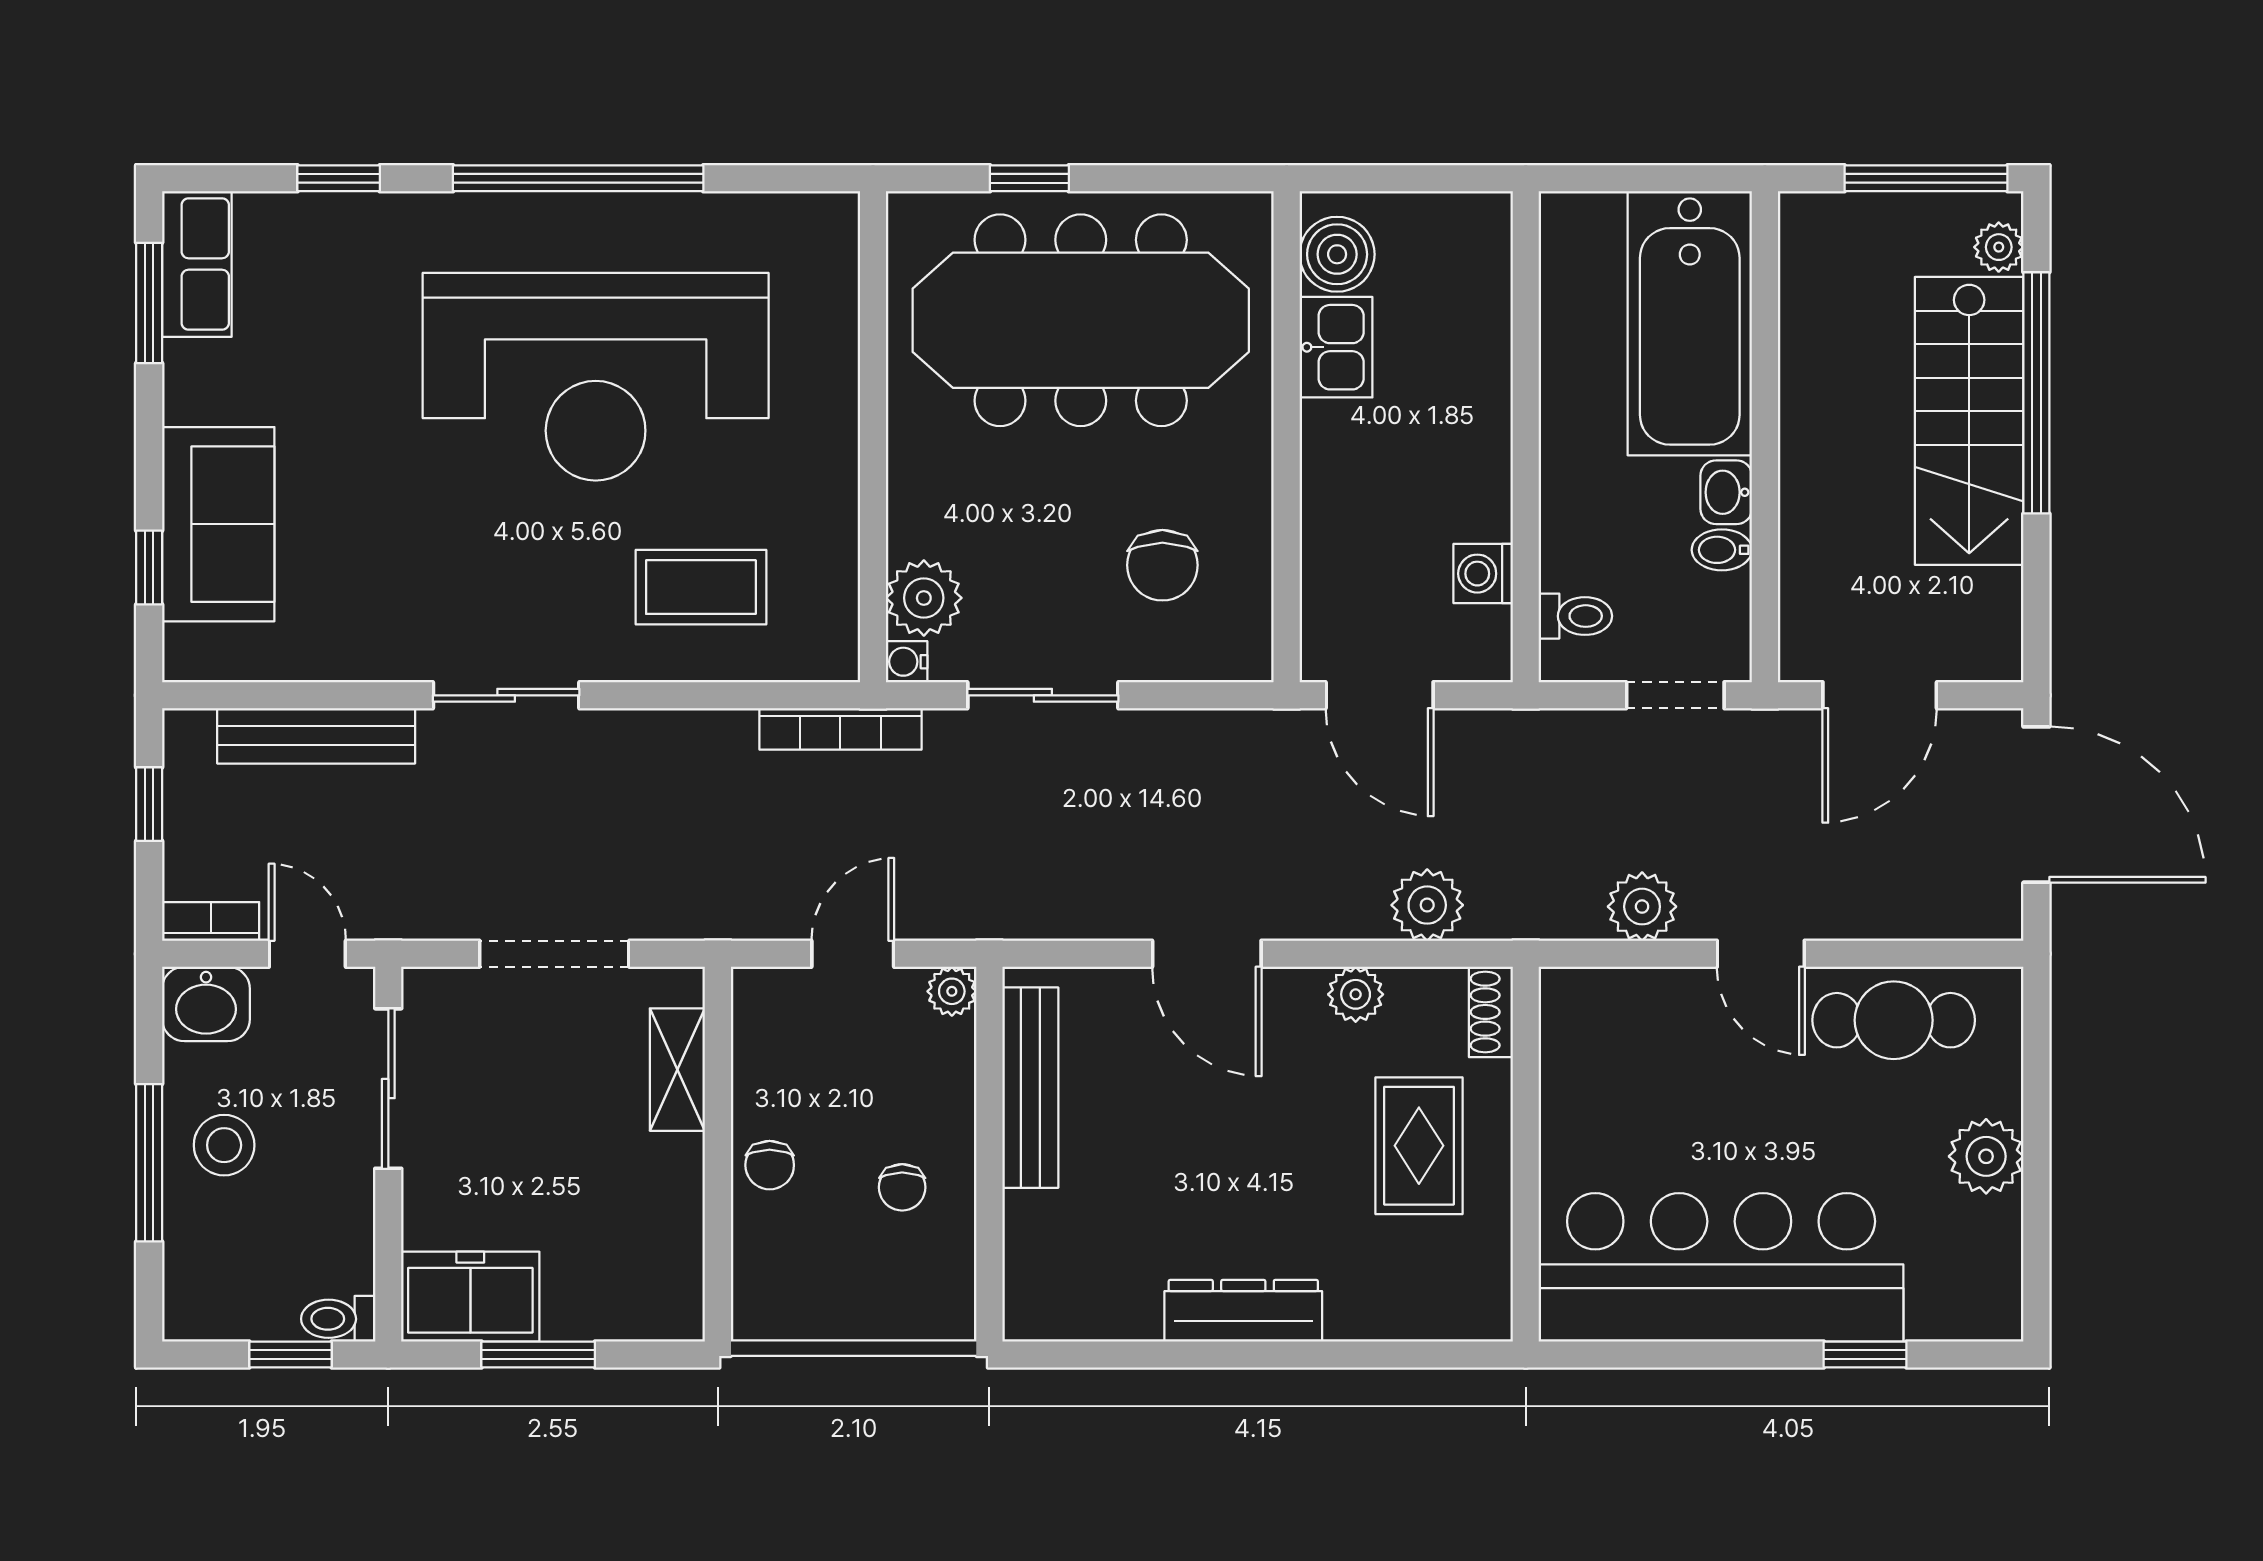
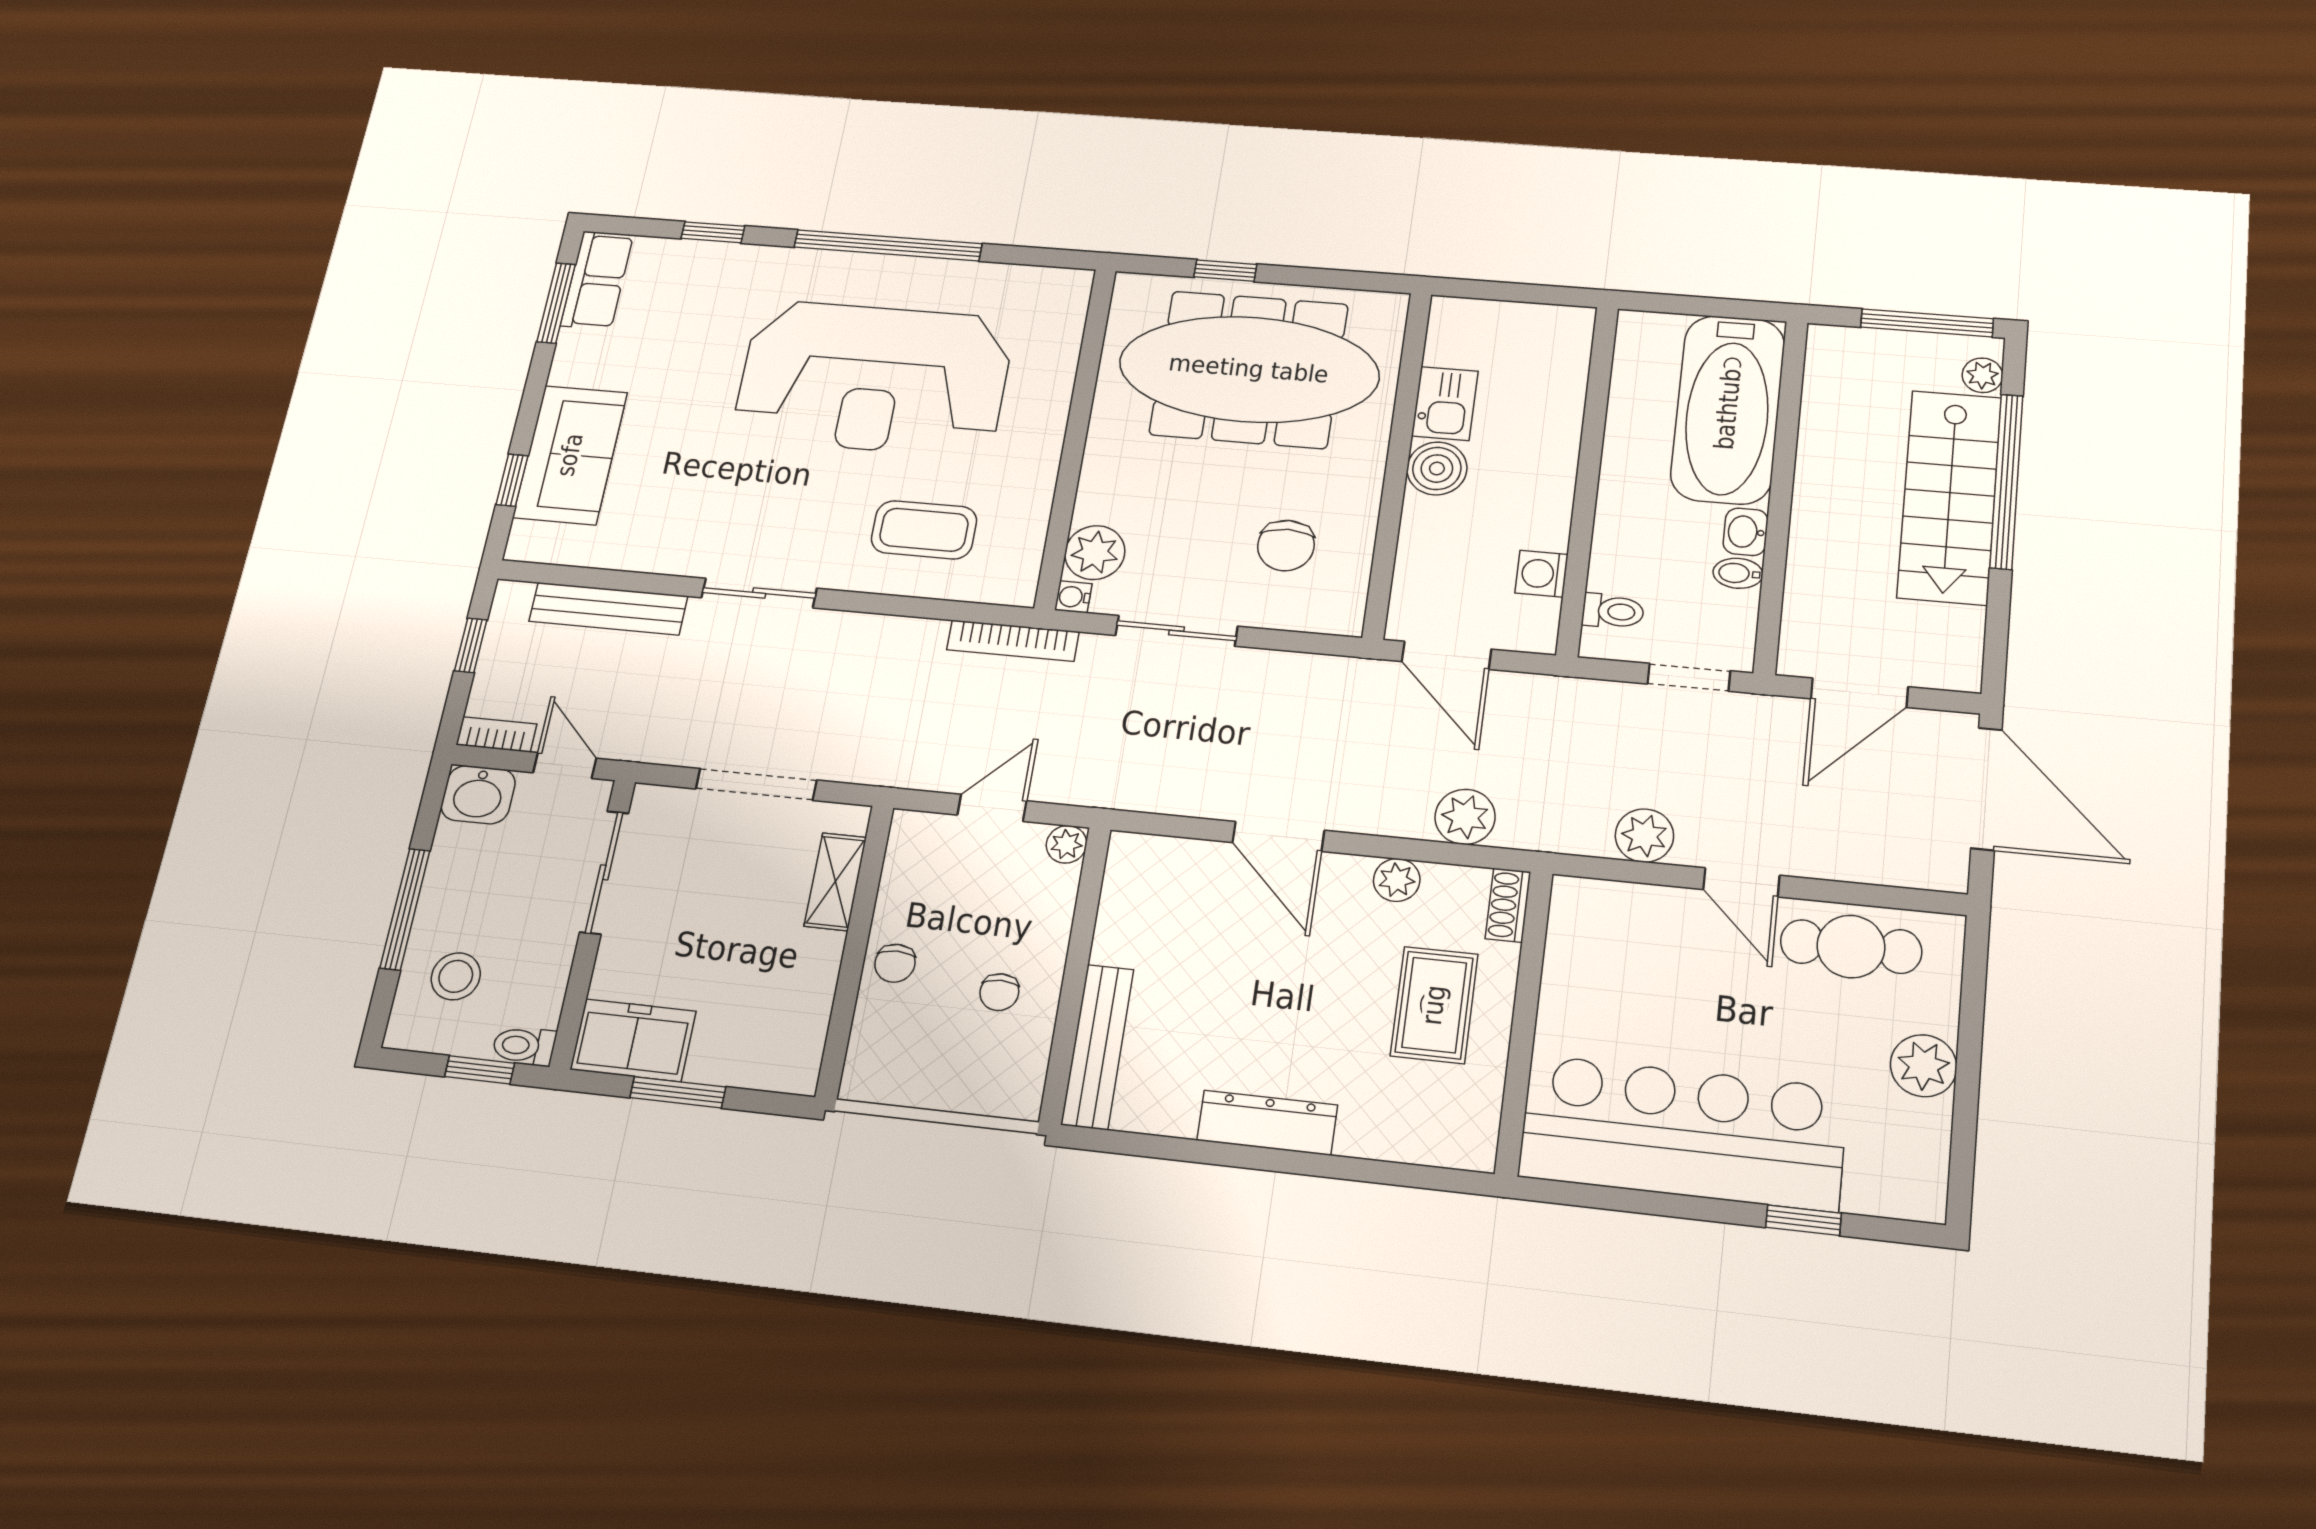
boiler: (1337, 254) -> (1437, 469), moved
bench: (1030, 1088) -> (1097, 1047), moved
stool: (224, 1145) -> (456, 976), moved

